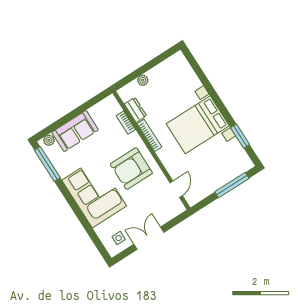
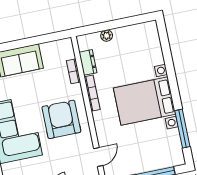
window: (240, 136) -> (182, 129), width x1.44
armchair: (131, 169) -> (61, 119), turned 90

